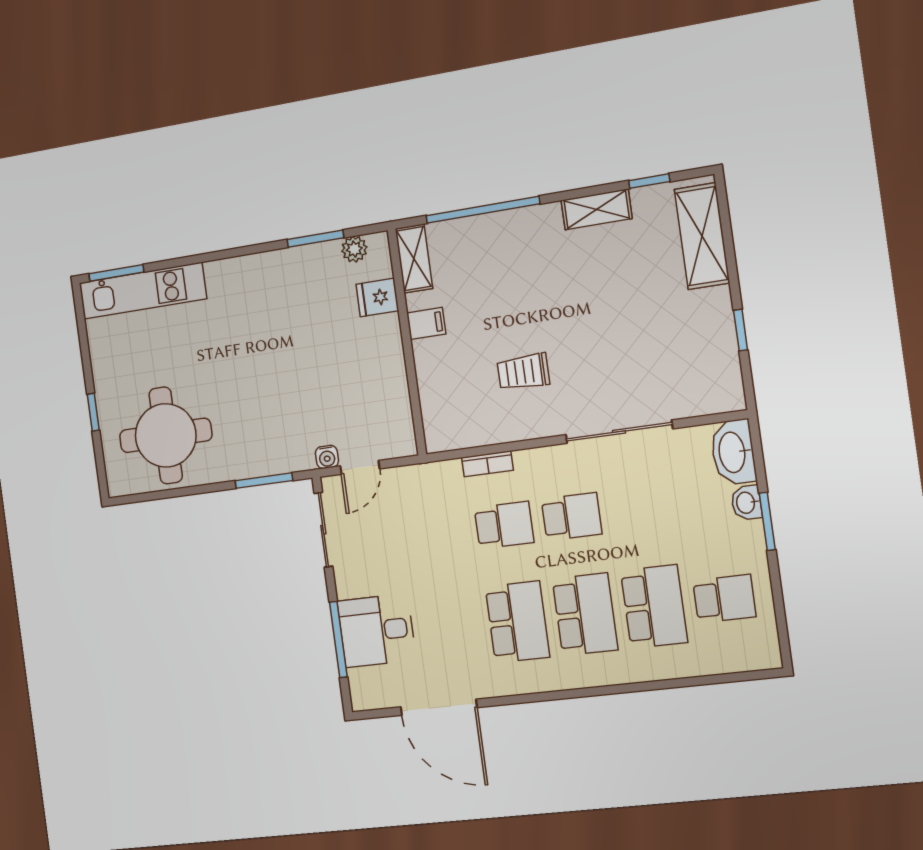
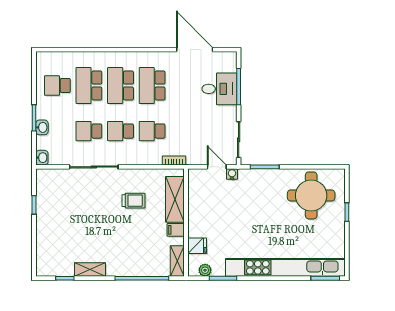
shelving: (702, 236) -> (175, 199), moved
kitchen unit: (143, 291) -> (285, 267), width x1.86
washbasin: (733, 452) -> (42, 158), width x0.52, depth x0.69
bookcase: (487, 464) -> (174, 160), moved
door: (360, 467) -> (217, 167), hinge flipped
school desk: (640, 508) -> (89, 131), added

